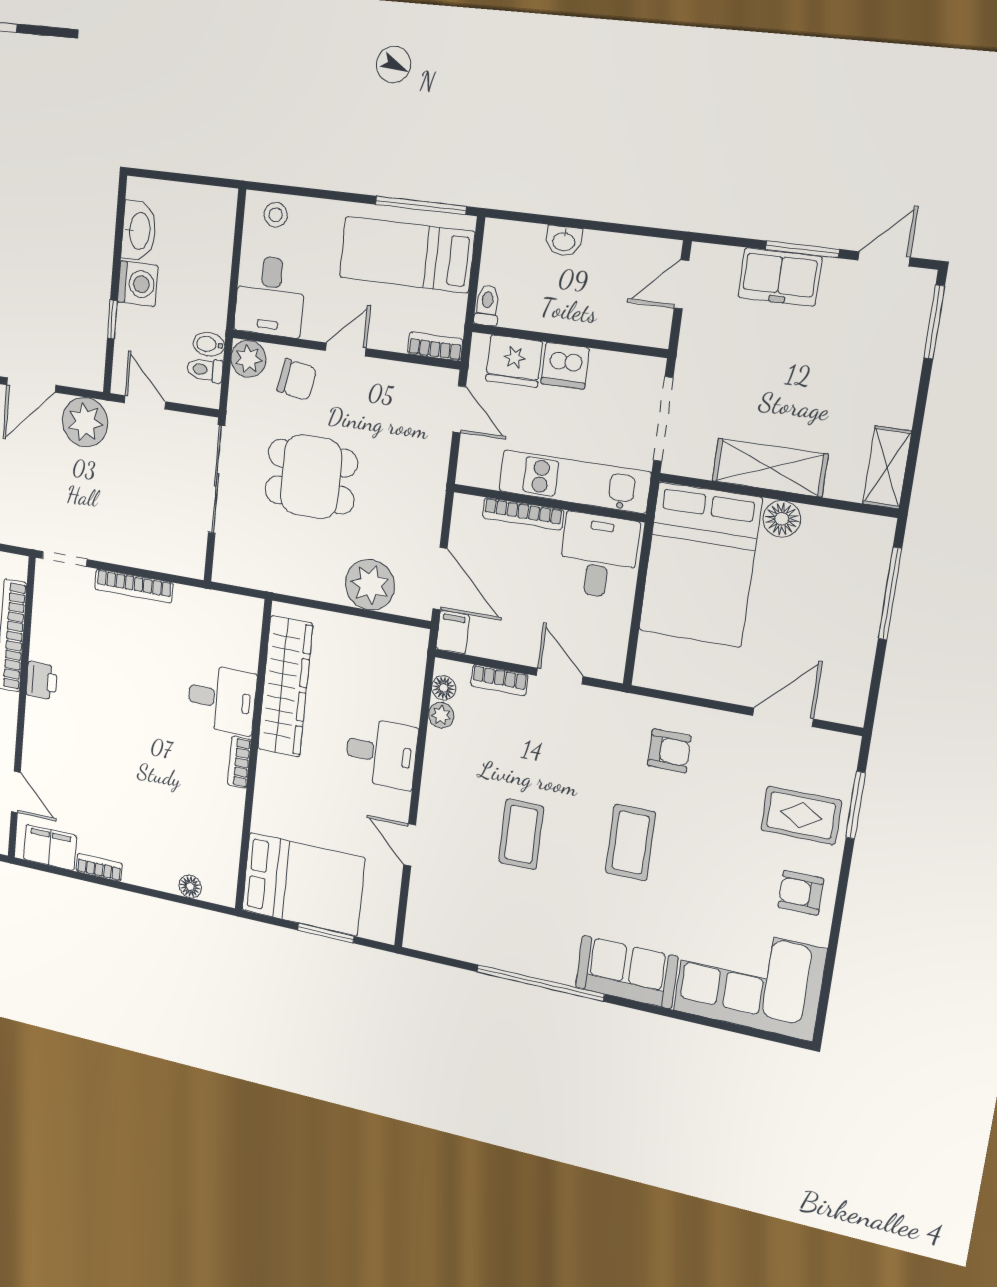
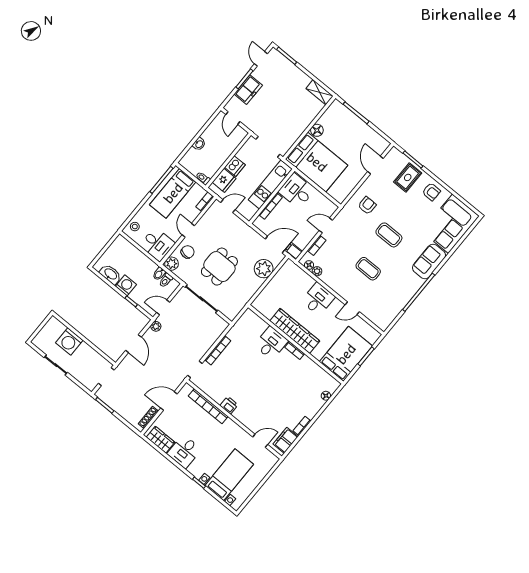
plant: (85, 422) -> (156, 326), width x0.53, depth x0.53
shelving: (770, 468) -> (300, 125), removed
wardrobe: (285, 687) -> (295, 331), moved
armchair: (801, 893) -> (431, 192), turned -90

